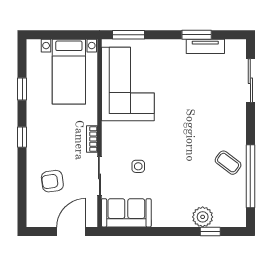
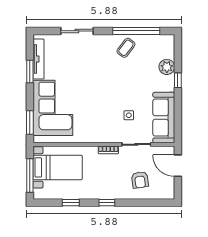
window: (58, 35) -> (30, 175), added
tv unit: (205, 46) -> (39, 59), width x1.41
sliding door: (250, 81) -> (77, 31), moved
corner sofa: (128, 84) -> (53, 108), moved, turned 90
sofa: (126, 213) -> (164, 118), width x1.36
window: (210, 232) -> (178, 80), moved

